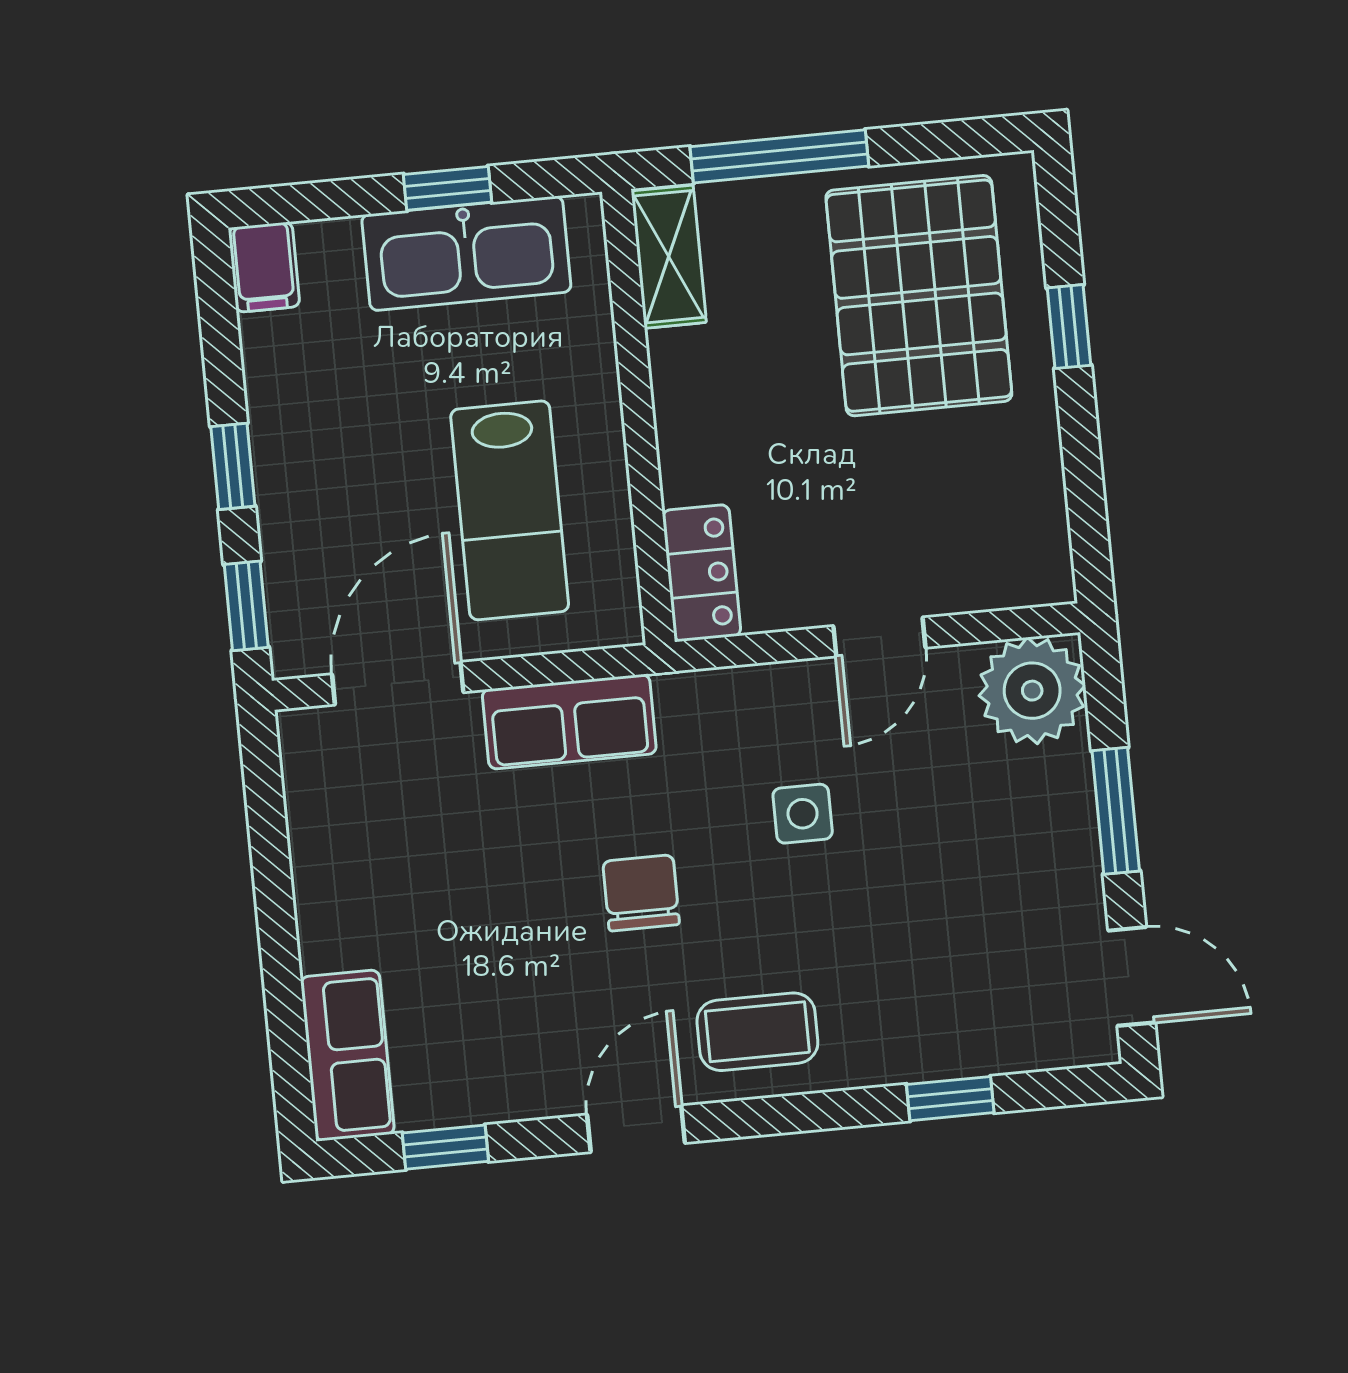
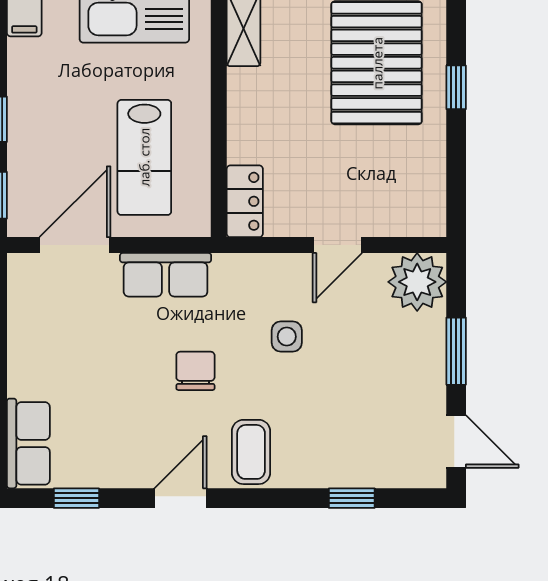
coffee table: (757, 1032) -> (251, 452), turned 90

